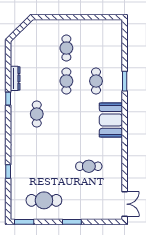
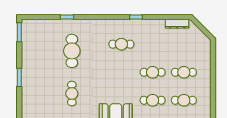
cafe table: (96, 48) -> (184, 100), added
dresser: (15, 78) -> (177, 24), moved
cafe table: (44, 200) -> (72, 51), moved

